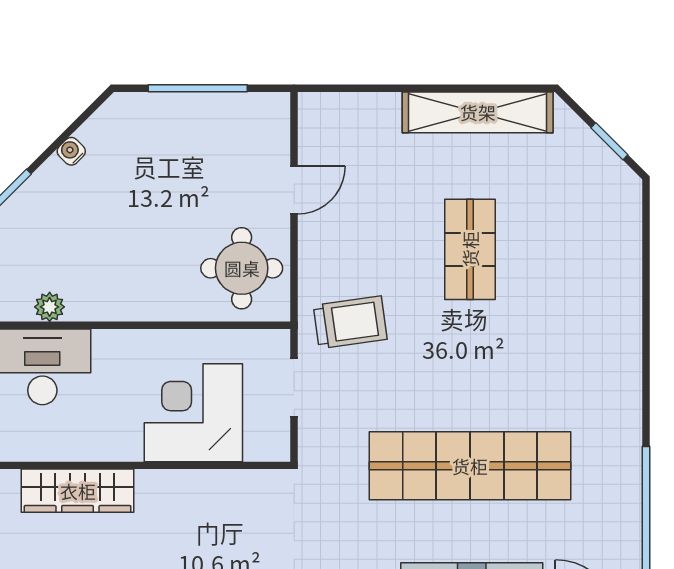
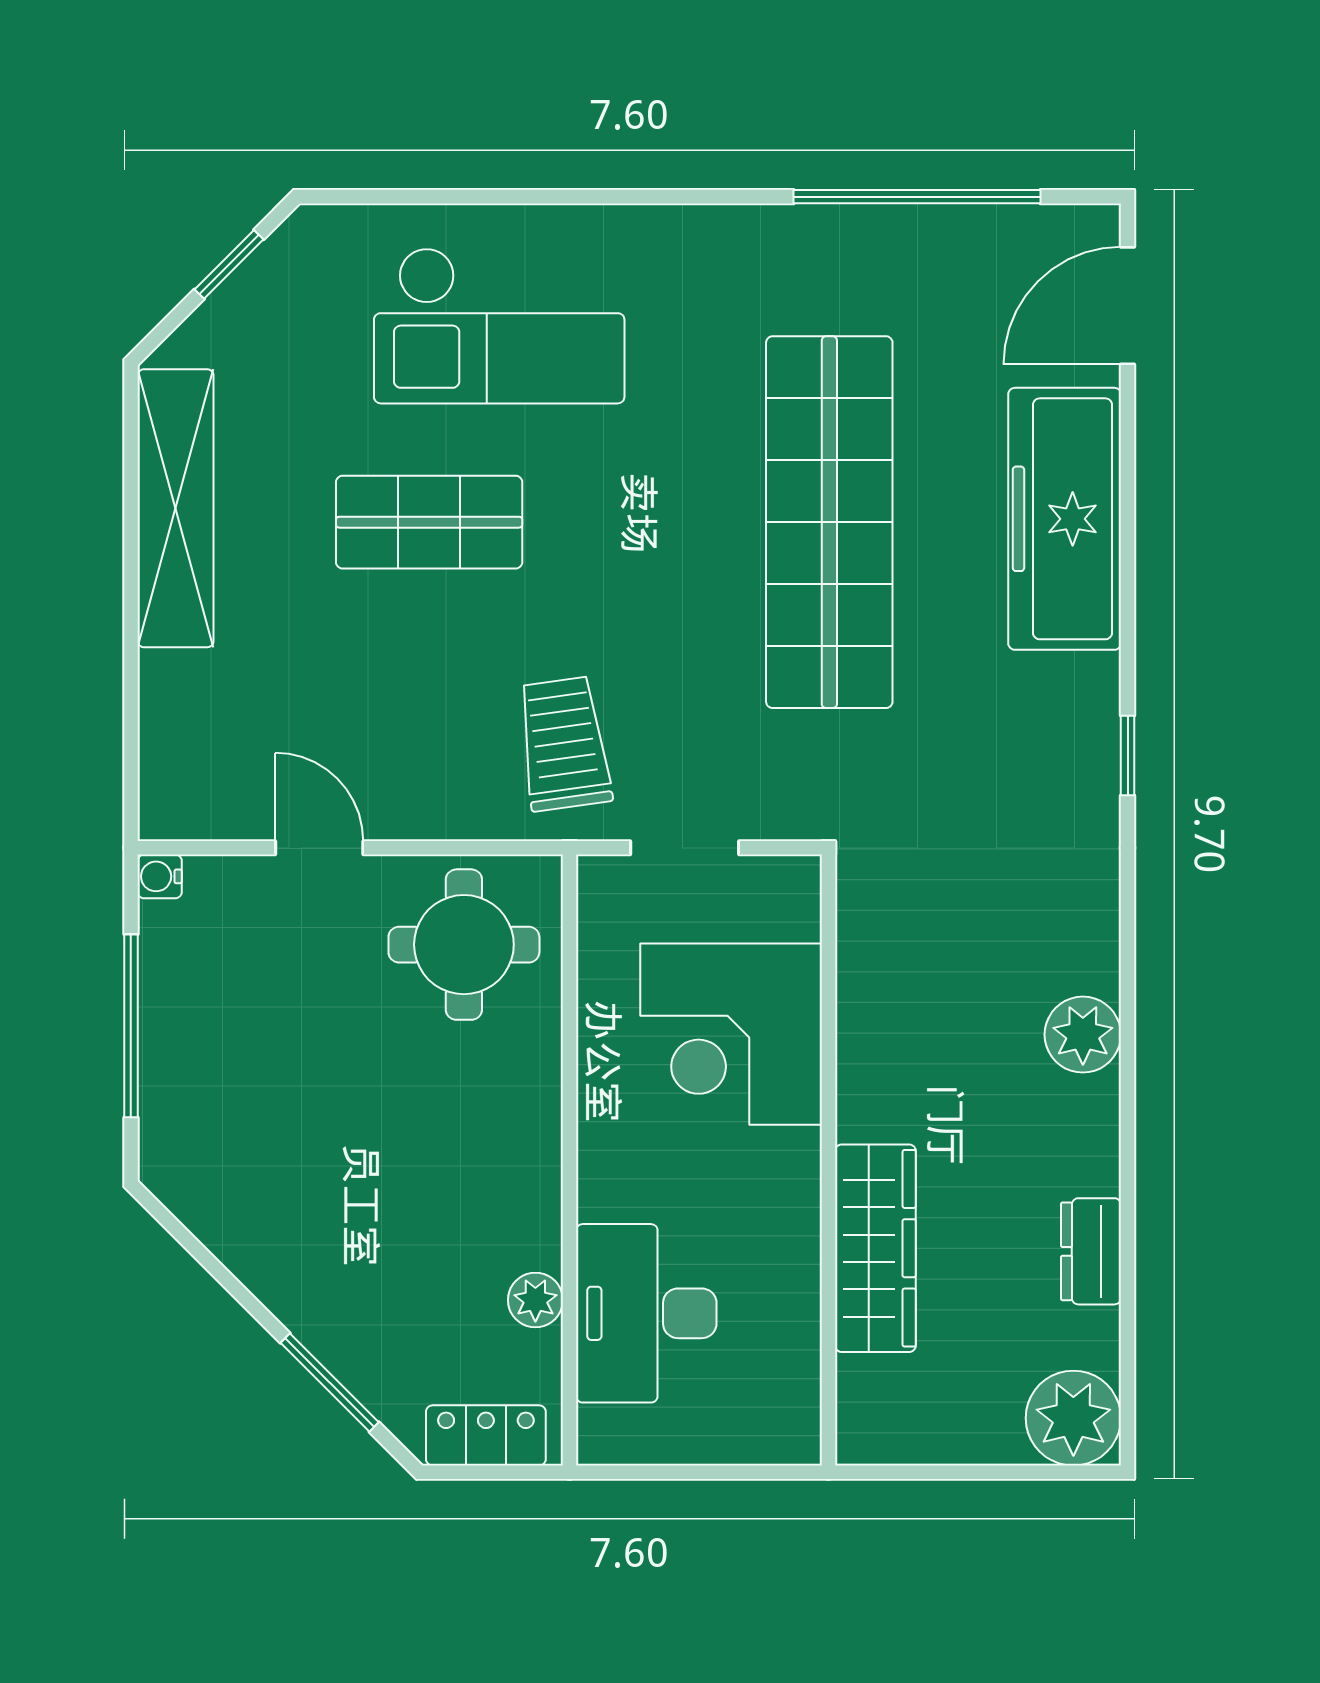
water cooler: (71, 151) -> (160, 876), moved, turned 45
checkout: (576, 287) -> (499, 325), added

